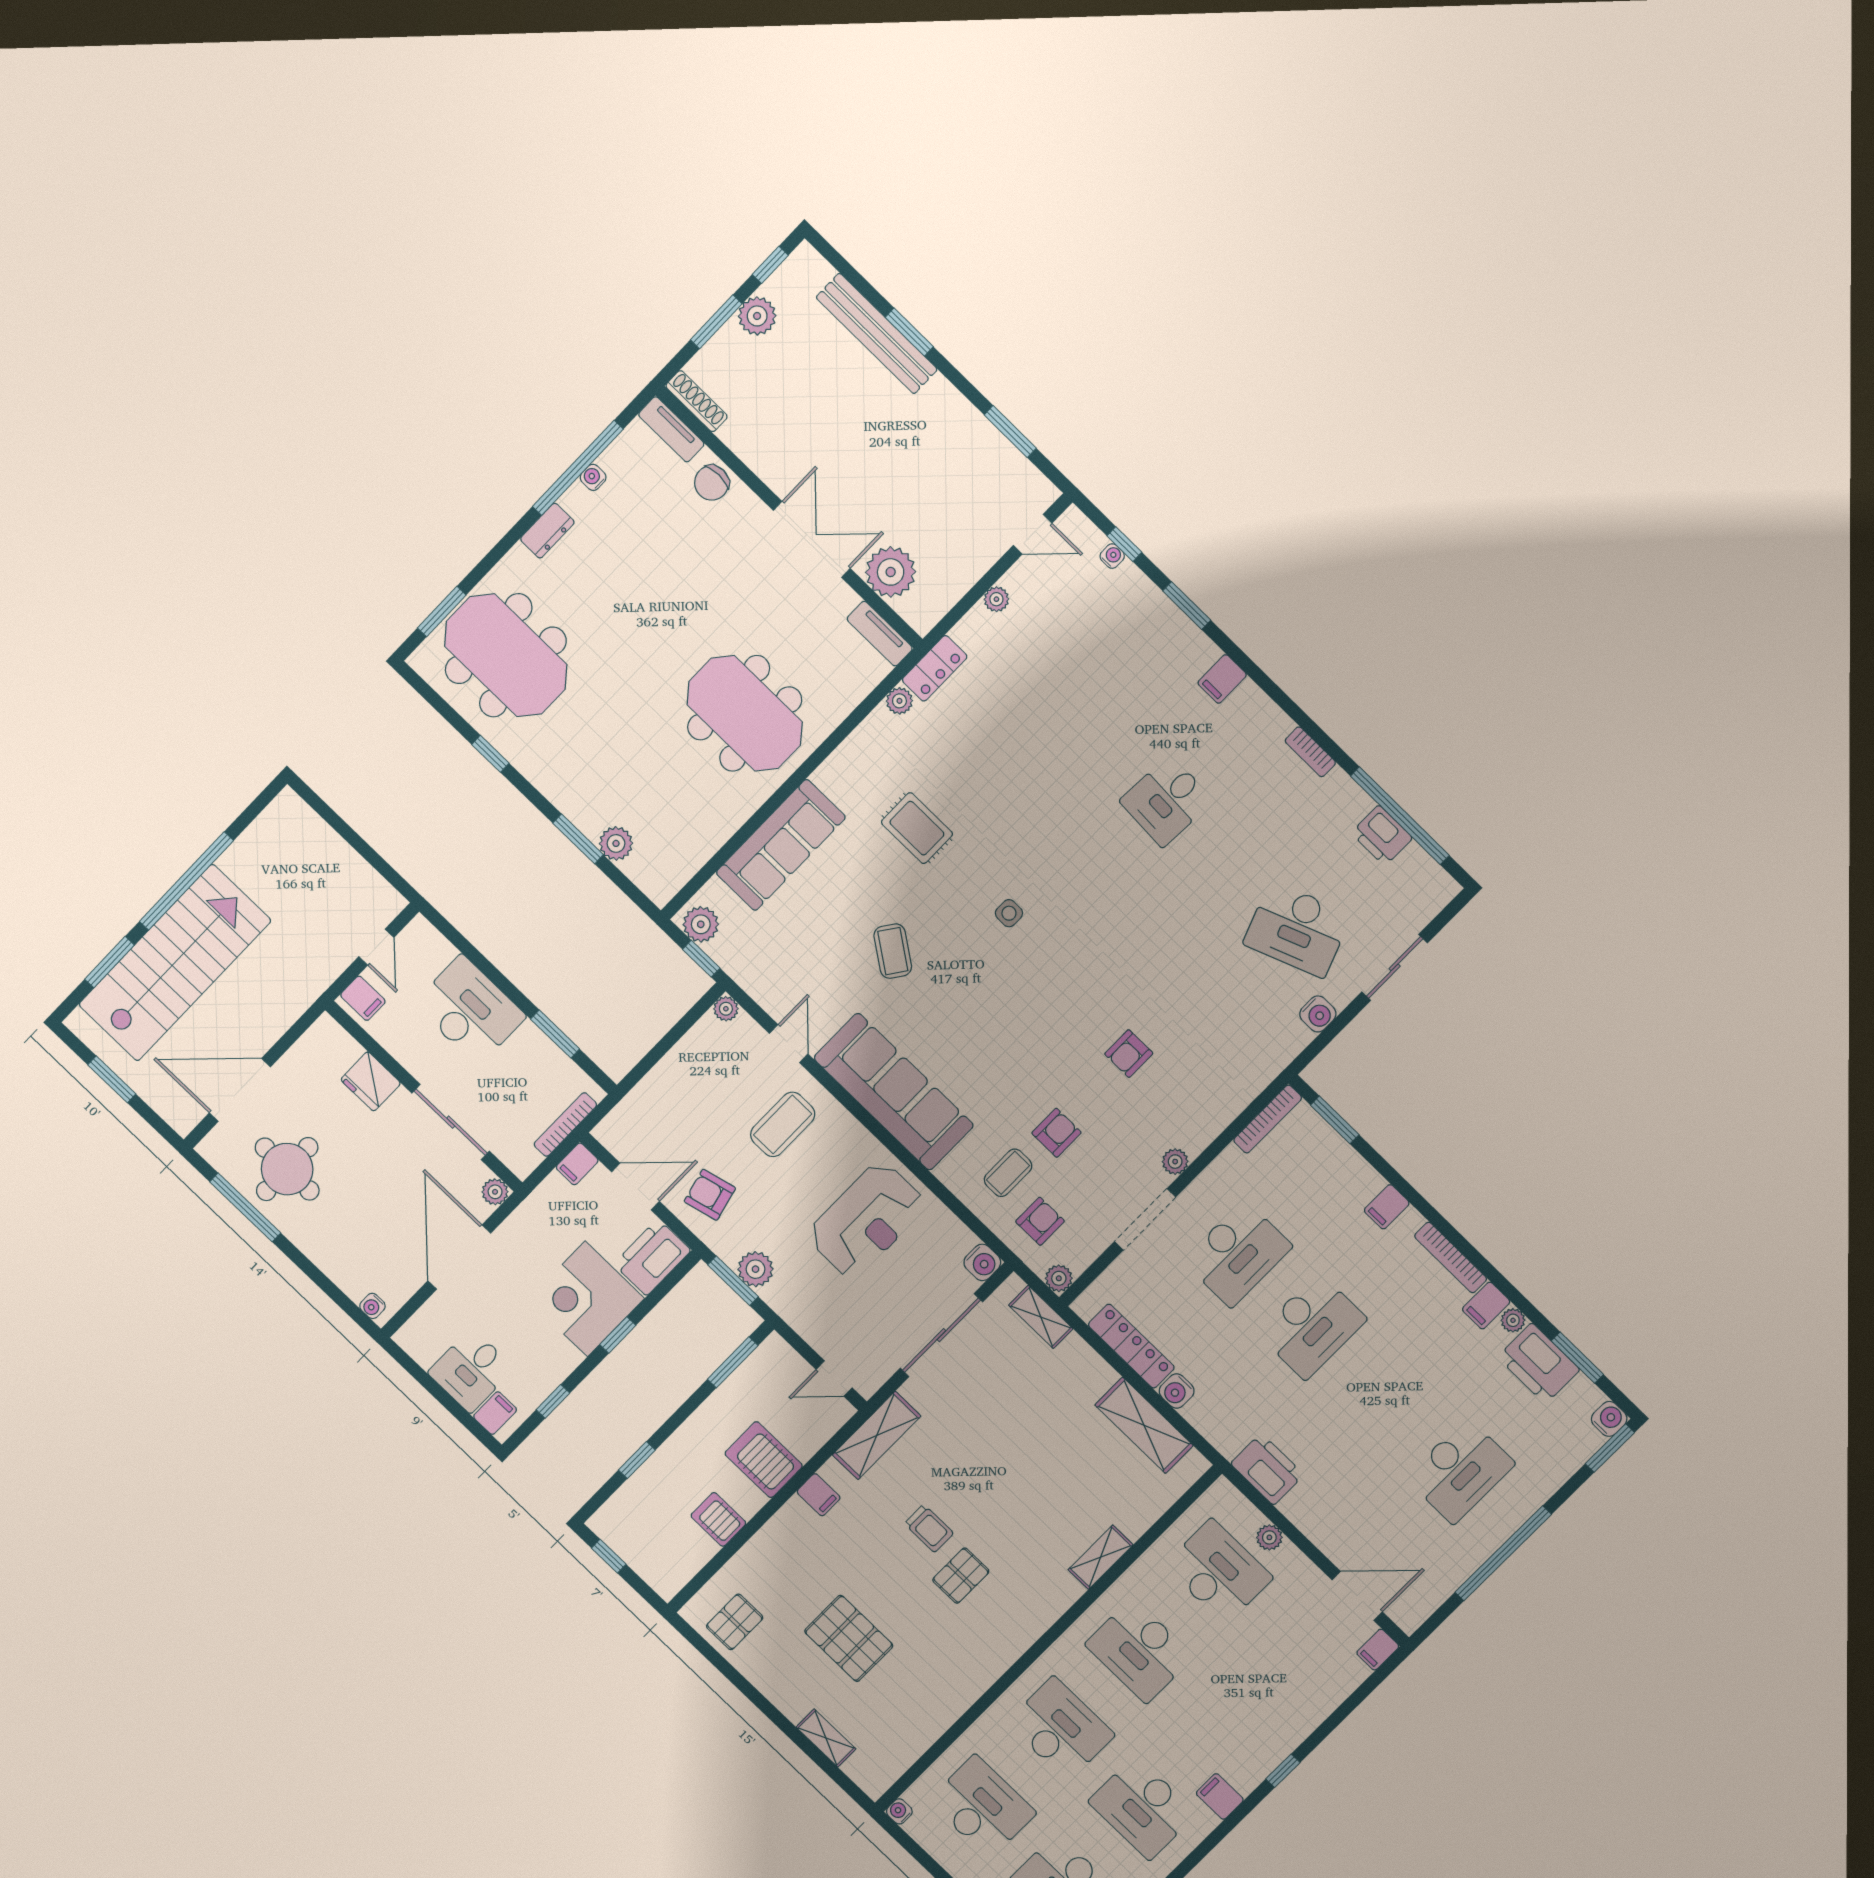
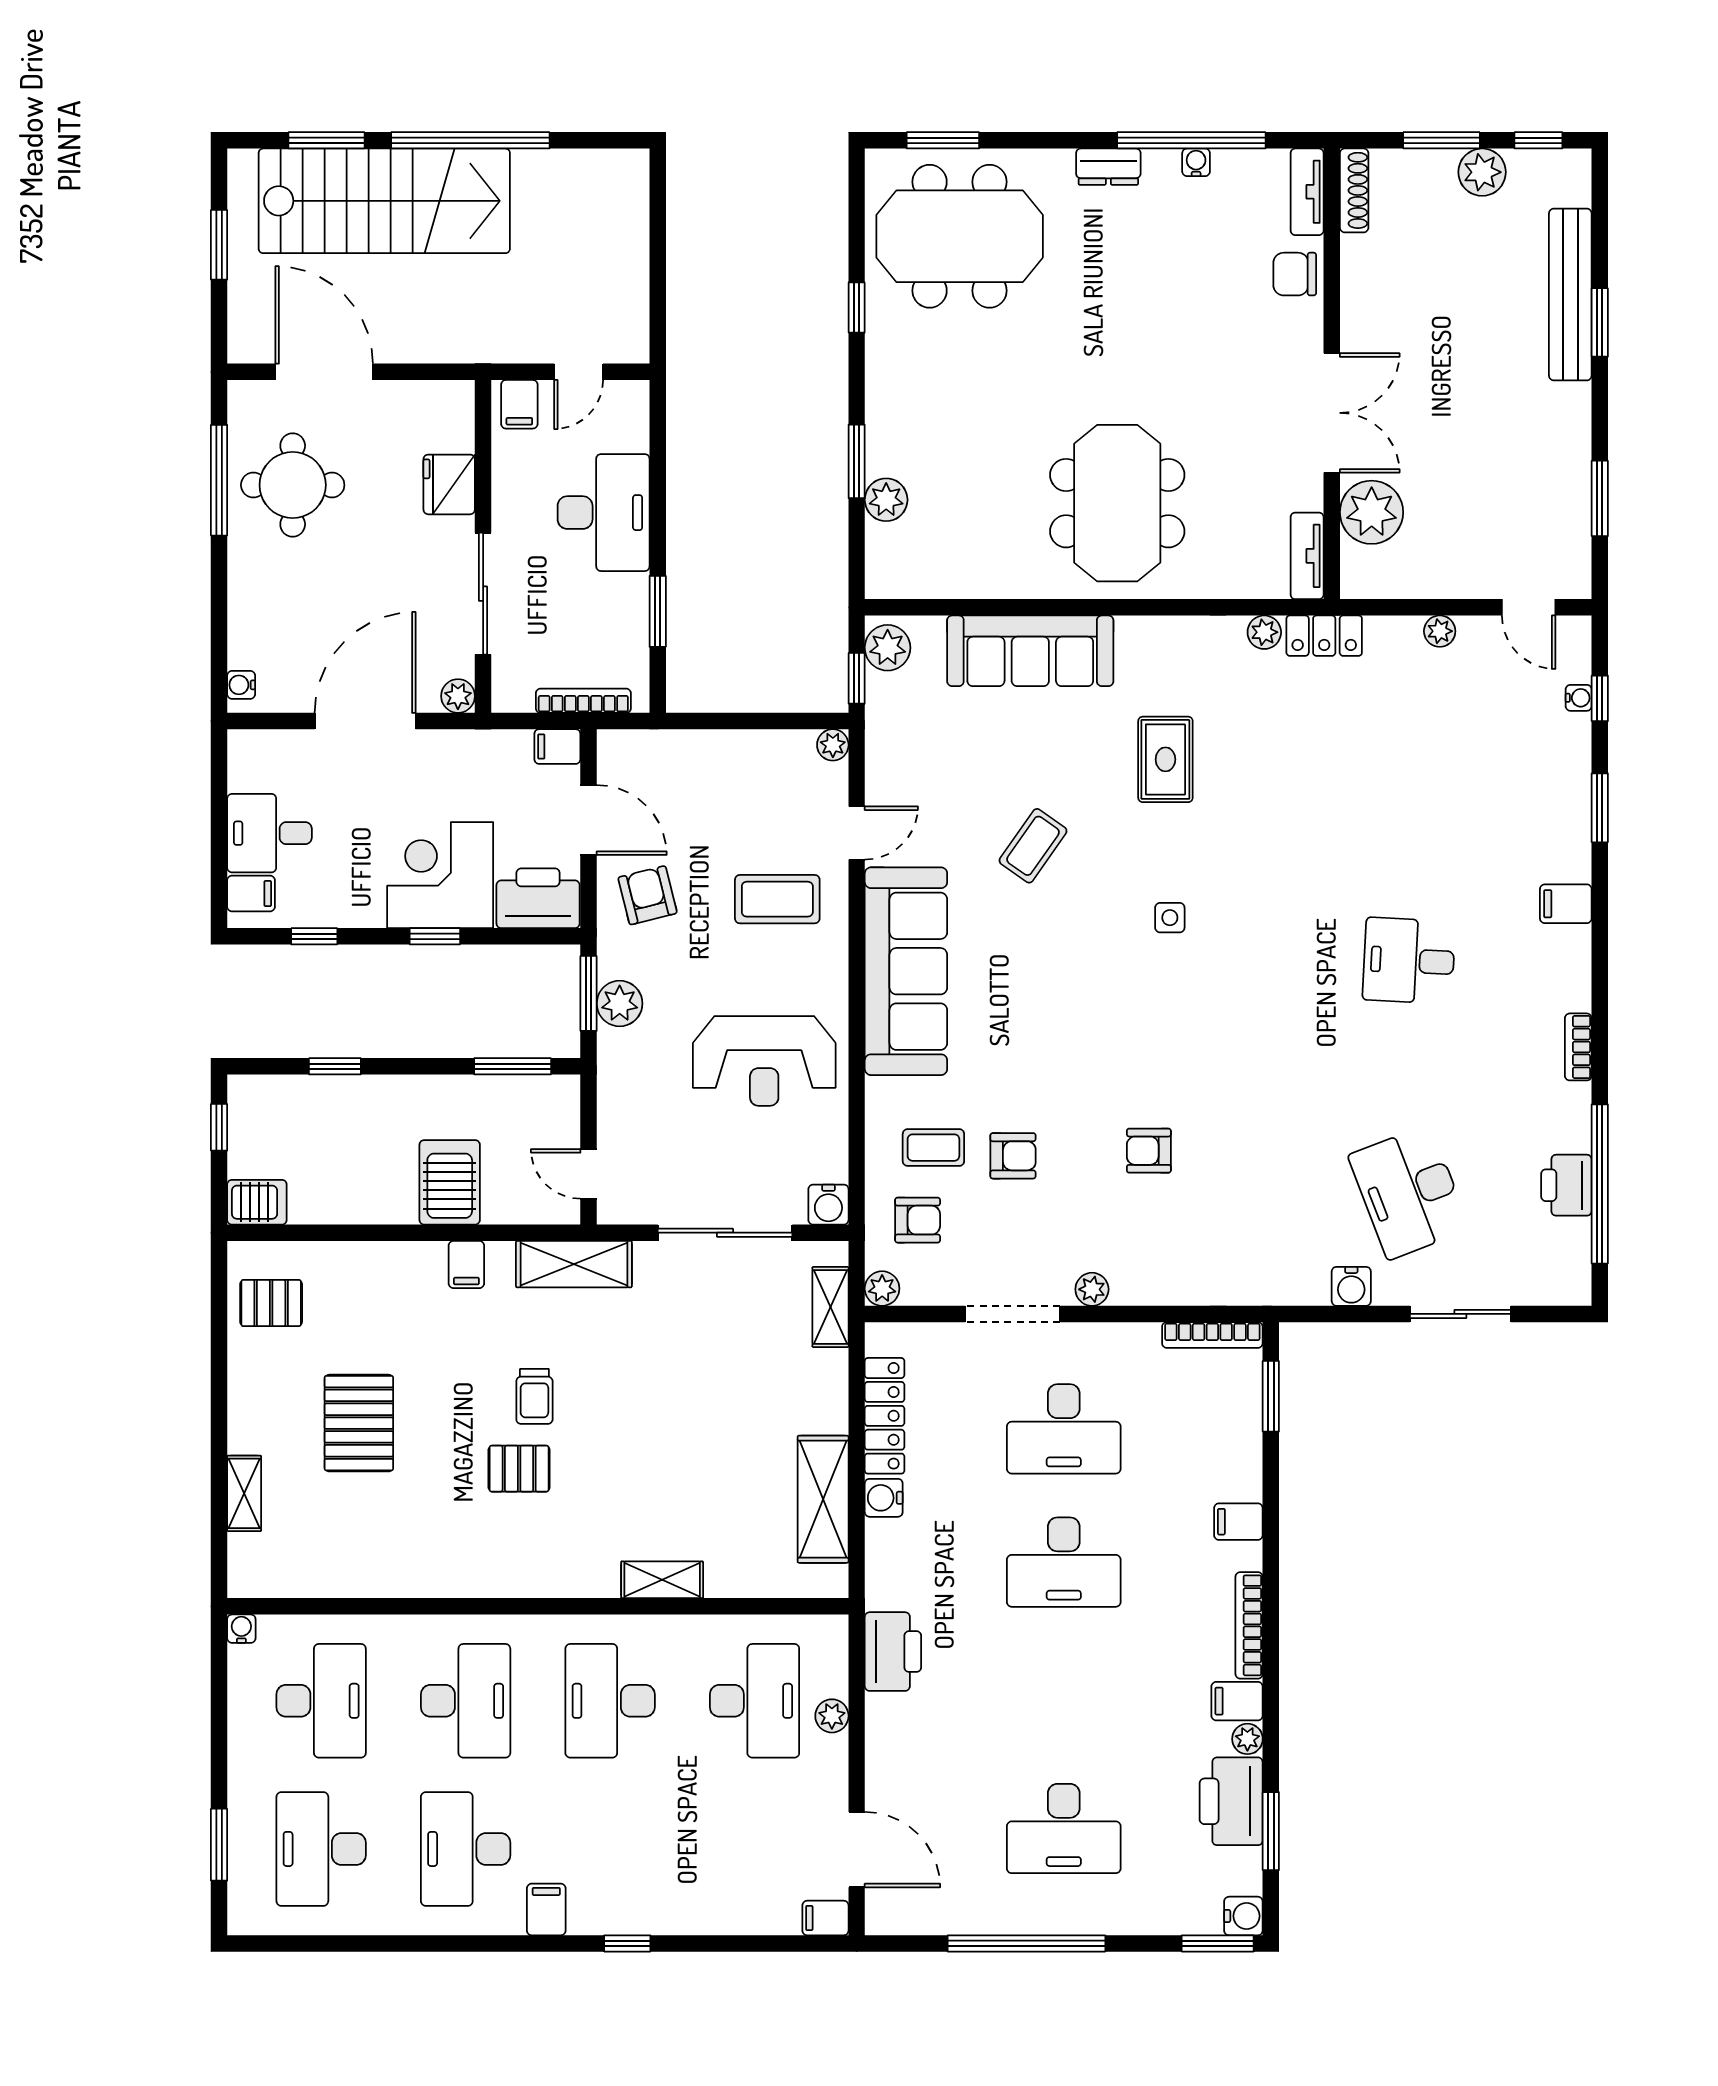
meeting table: (506, 655) -> (960, 236), turned 90
server rack: (718, 1519) -> (257, 1202), moved, turned 90

